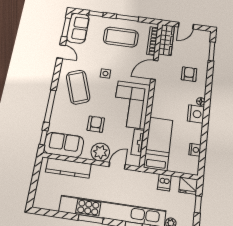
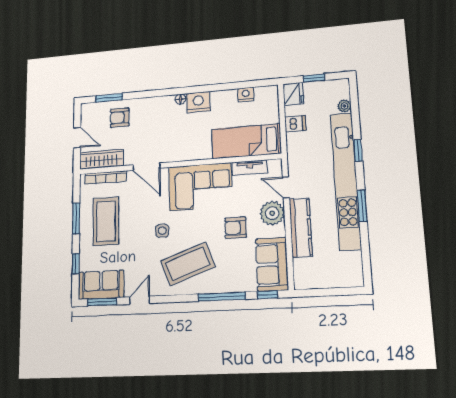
armchair: (189, 74) -> (120, 118), moved
kitchen counter: (68, 168) -> (301, 227), moved

